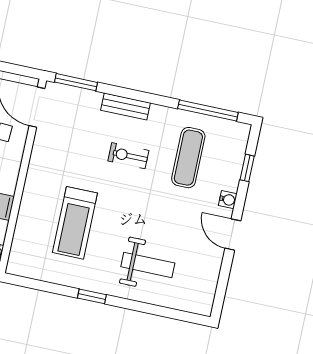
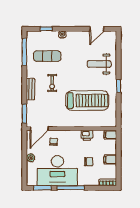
treadmill: (75, 223) -> (87, 101), width x1.37, depth x1.37
door: (233, 235) -> (97, 29), moved
weight bench: (148, 265) -> (99, 64), turned -90

